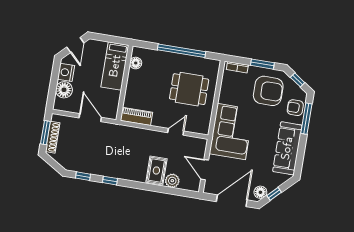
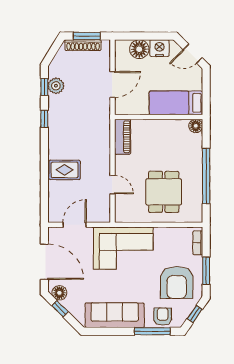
floor lamp: (136, 63) -> (196, 126), moved
plant: (172, 181) -> (56, 86), moved

